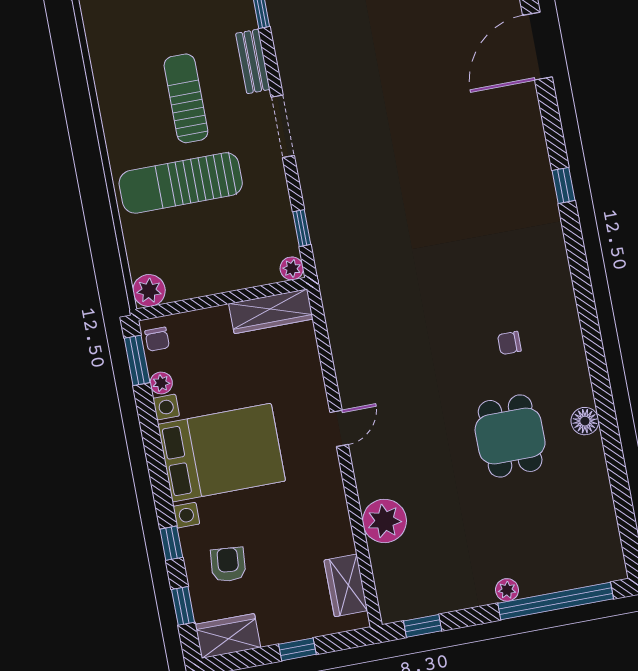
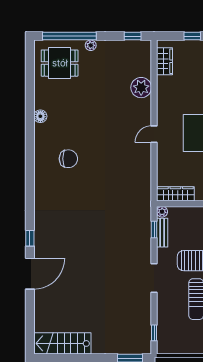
door: (537, 46) -> (30, 274), moved
bench: (253, 61) -> (162, 233), moved
window: (564, 185) -> (30, 238), moved
chair: (509, 343) -> (68, 159), width x1.87, depth x1.87
dining table: (510, 436) -> (60, 63), moved, turned 90

